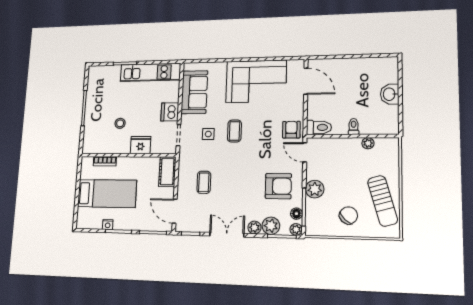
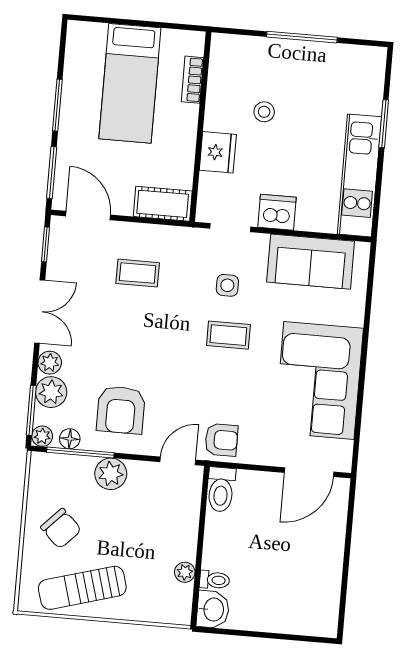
washbasin: (390, 94) -> (213, 609), moved, turned 90
toilet: (354, 126) -> (215, 580), moved
door: (175, 211) -> (88, 215), hinge flipped
nightstand: (108, 225) -> (71, 84), removed

